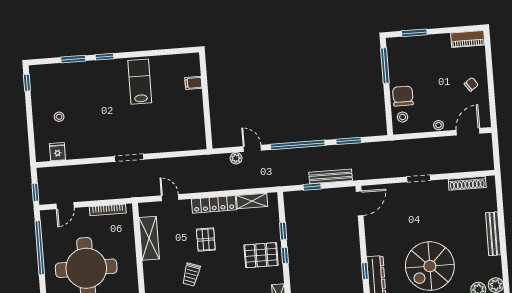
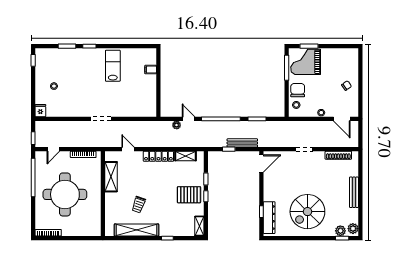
piano: (468, 39) -> (347, 53), removed
grand piano: (411, 55) -> (306, 62), added
door: (468, 132) -> (342, 119), swing flipped
fridge: (57, 152) -> (40, 111), moved
pallet: (206, 240) -> (151, 181), removed

